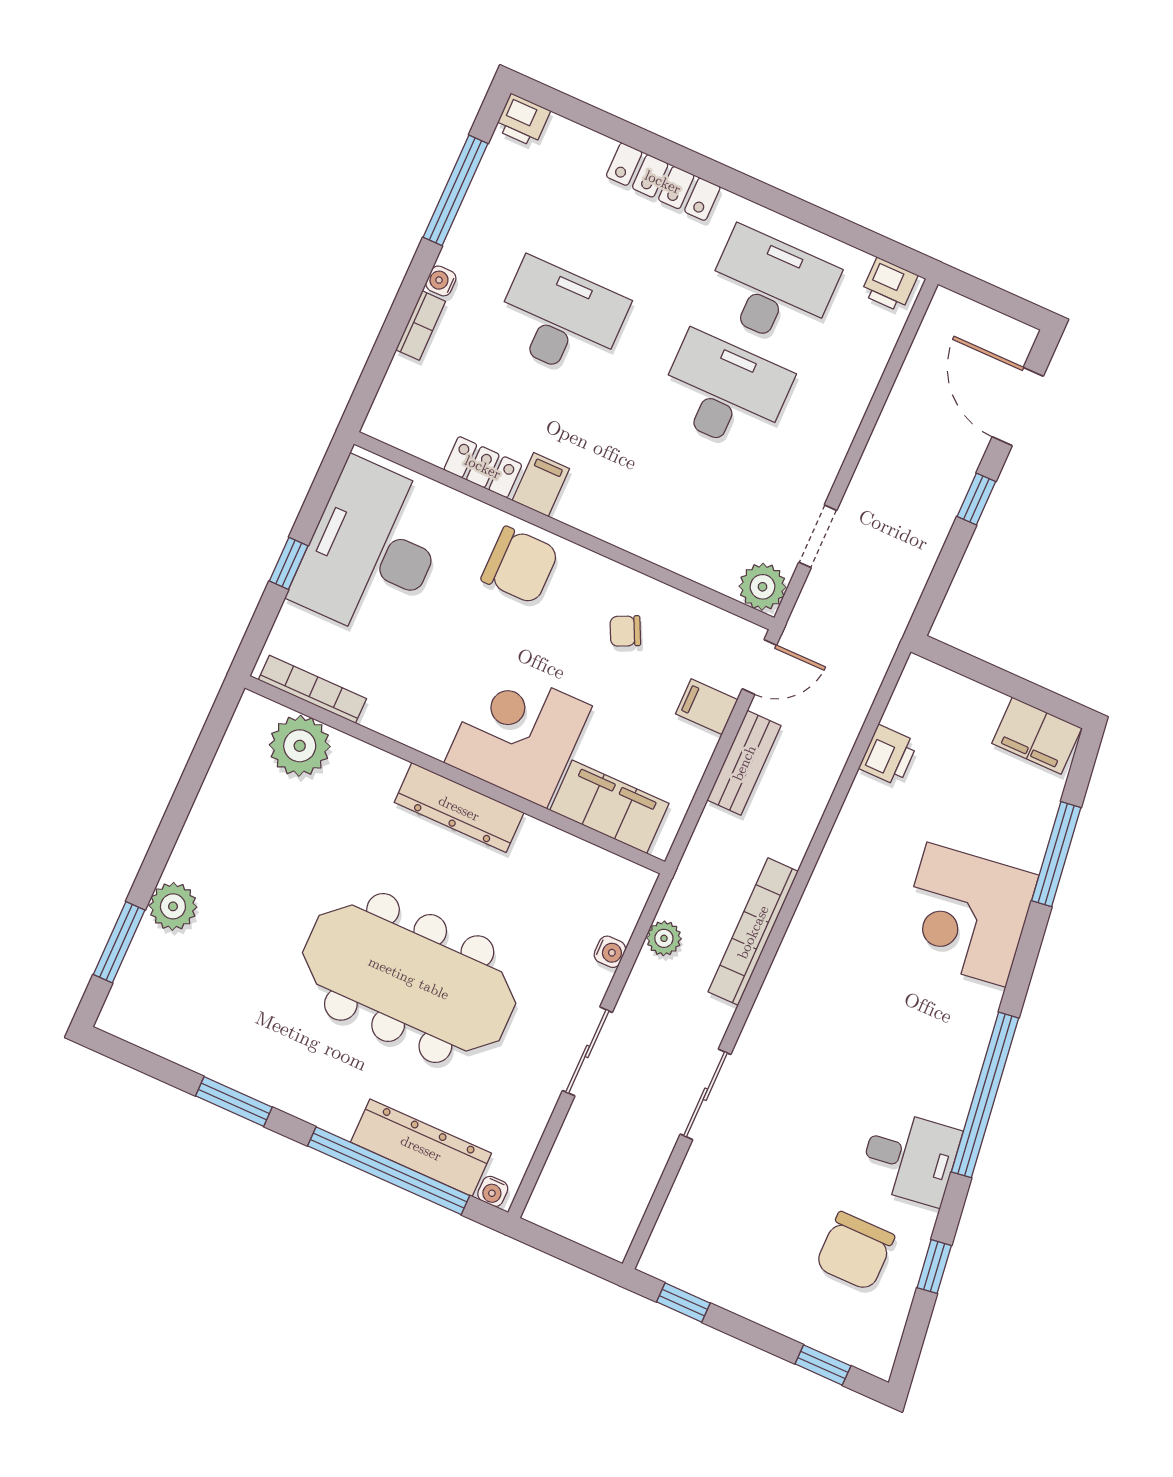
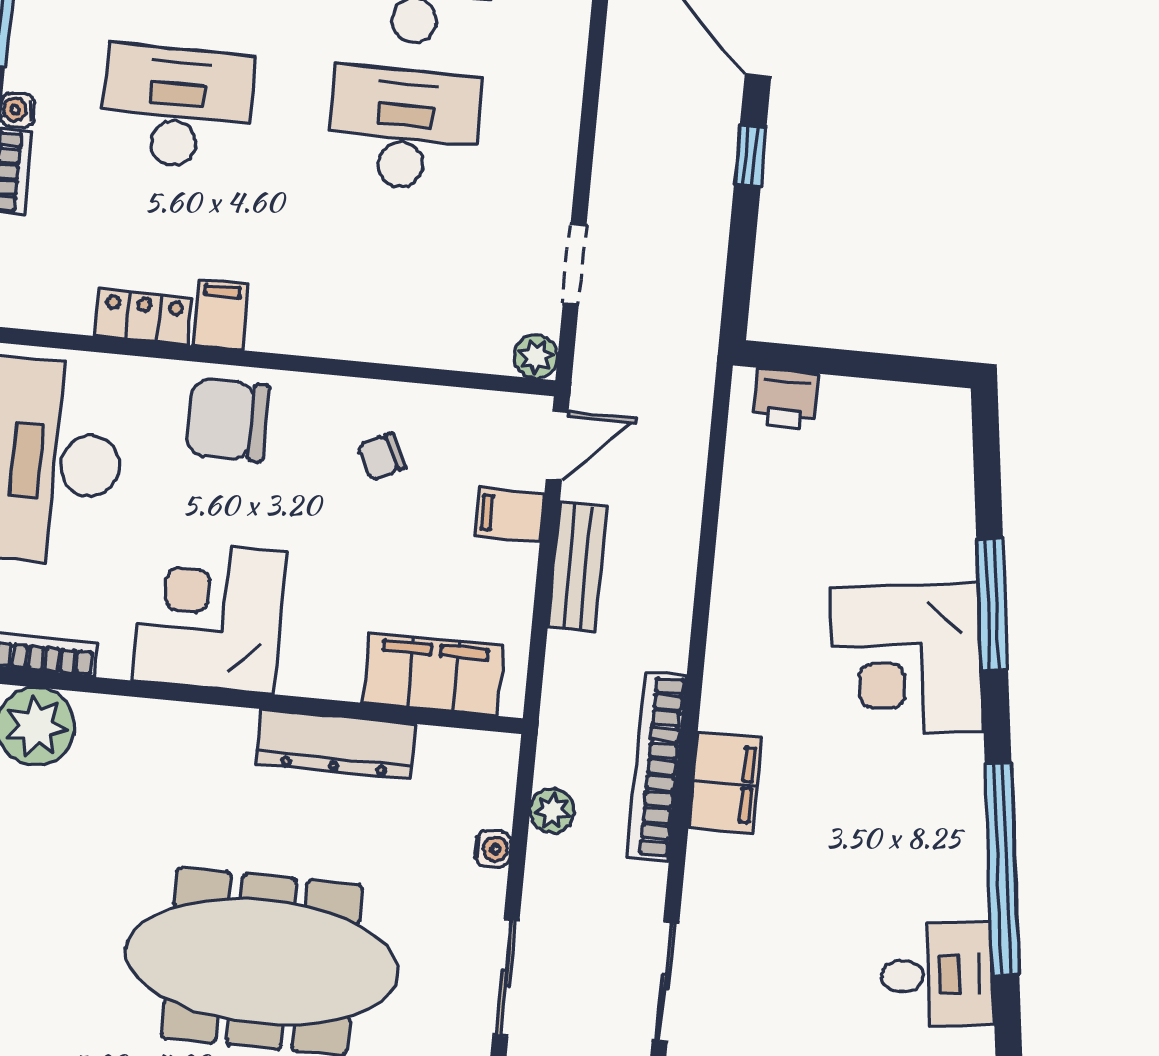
chair: (520, 565) -> (228, 420), turned 180
plant: (762, 587) -> (536, 357), width x0.73, depth x0.73
corner desk: (518, 734) -> (209, 616), moved
filing cabinet: (1037, 736) -> (725, 783), moved, turned -90
printer: (888, 755) -> (785, 399), moved, turned 90
dresser: (459, 808) -> (336, 744), moved
window: (1056, 854) -> (992, 604), moved

